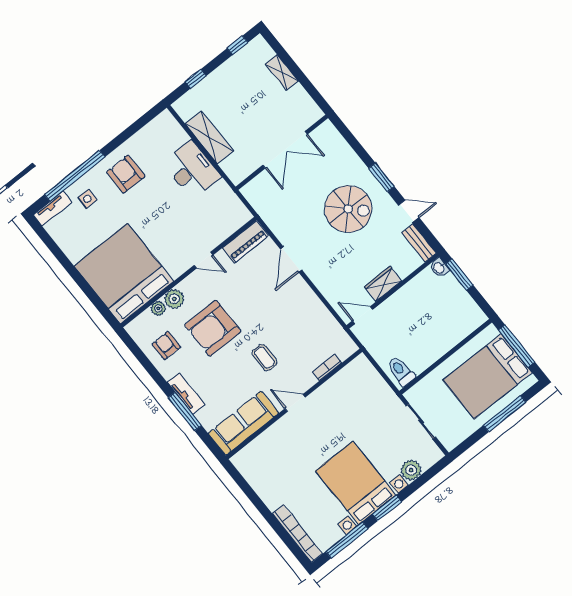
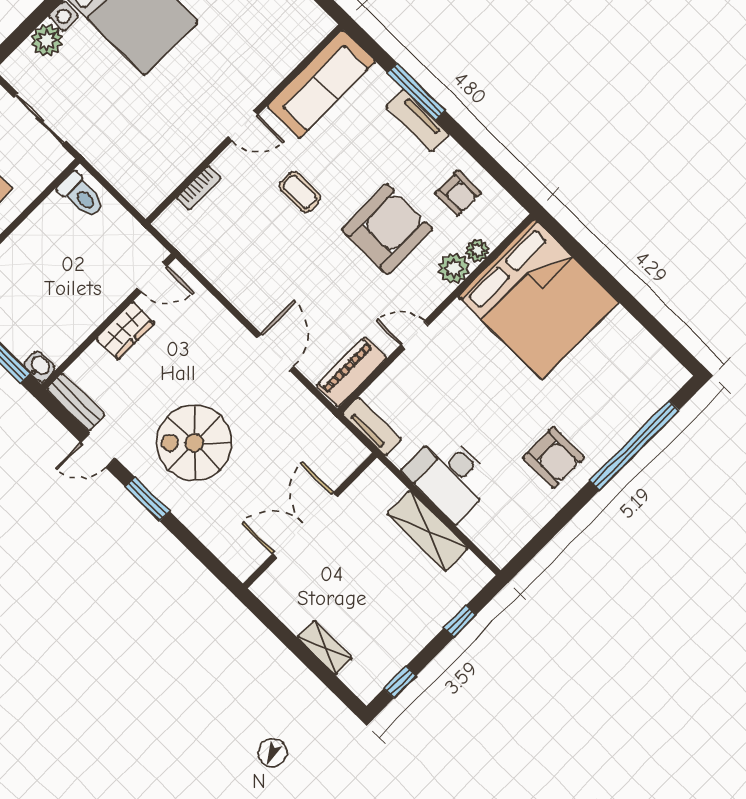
side table: (87, 199) -> (610, 411), removed
tv unit: (52, 209) -> (372, 426), moved, turned 90

